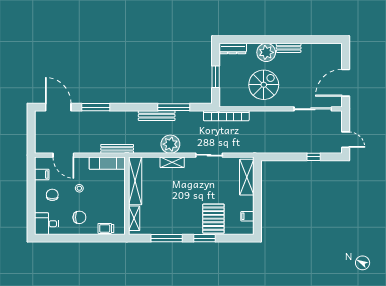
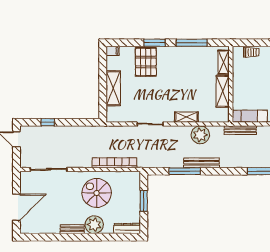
door: (346, 83) -> (16, 207), moved
spiral stairs: (264, 85) -> (97, 193), turned 90
bookcase: (226, 116) -> (115, 163), moved
plant: (170, 144) -> (200, 135), moved
shelving: (247, 177) -> (113, 88), moved
shelving: (135, 181) -> (223, 91), width x0.68
filing cabinet: (247, 216) -> (113, 51), moved

